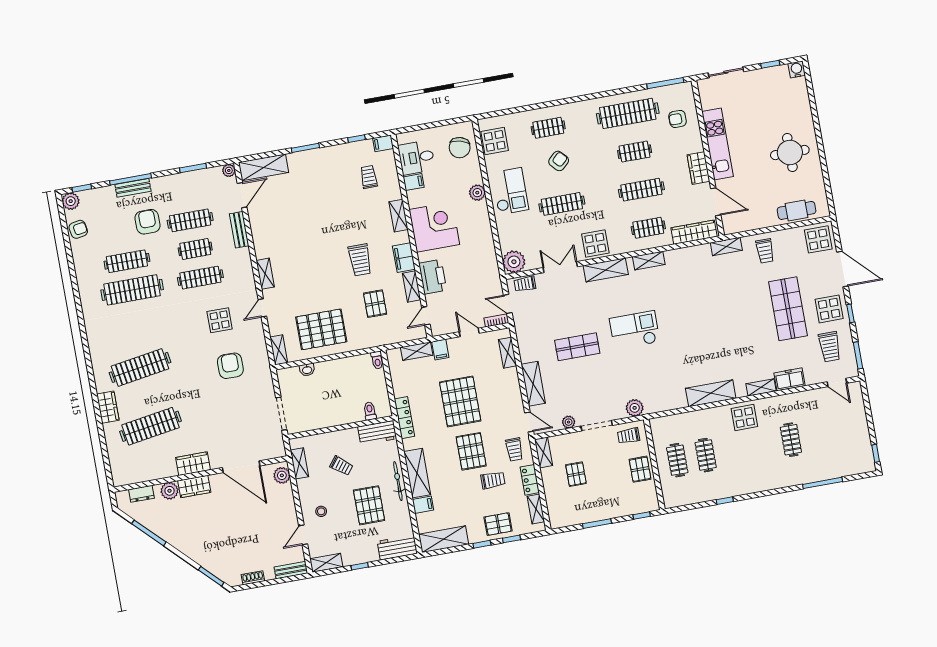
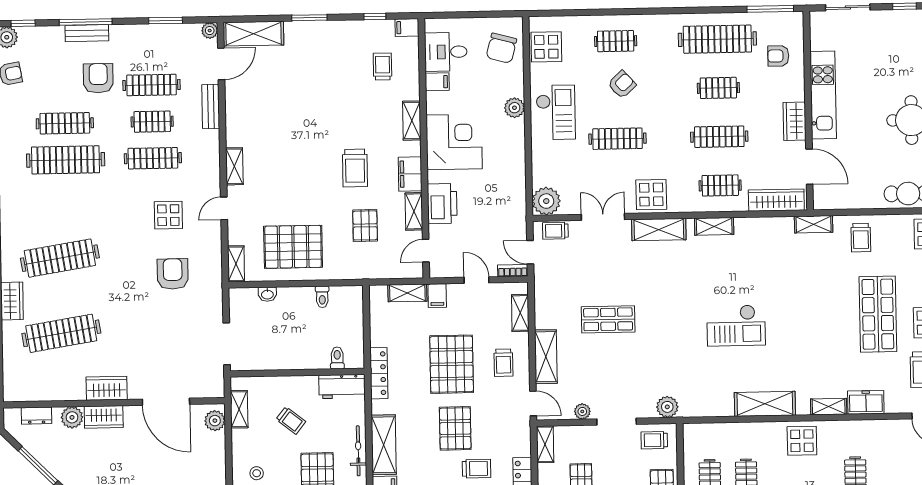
checkout: (635, 330) -> (736, 325), moved, turned 180
toilet: (377, 360) -> (322, 297), moved
trolley: (514, 449) -> (503, 363), moved

